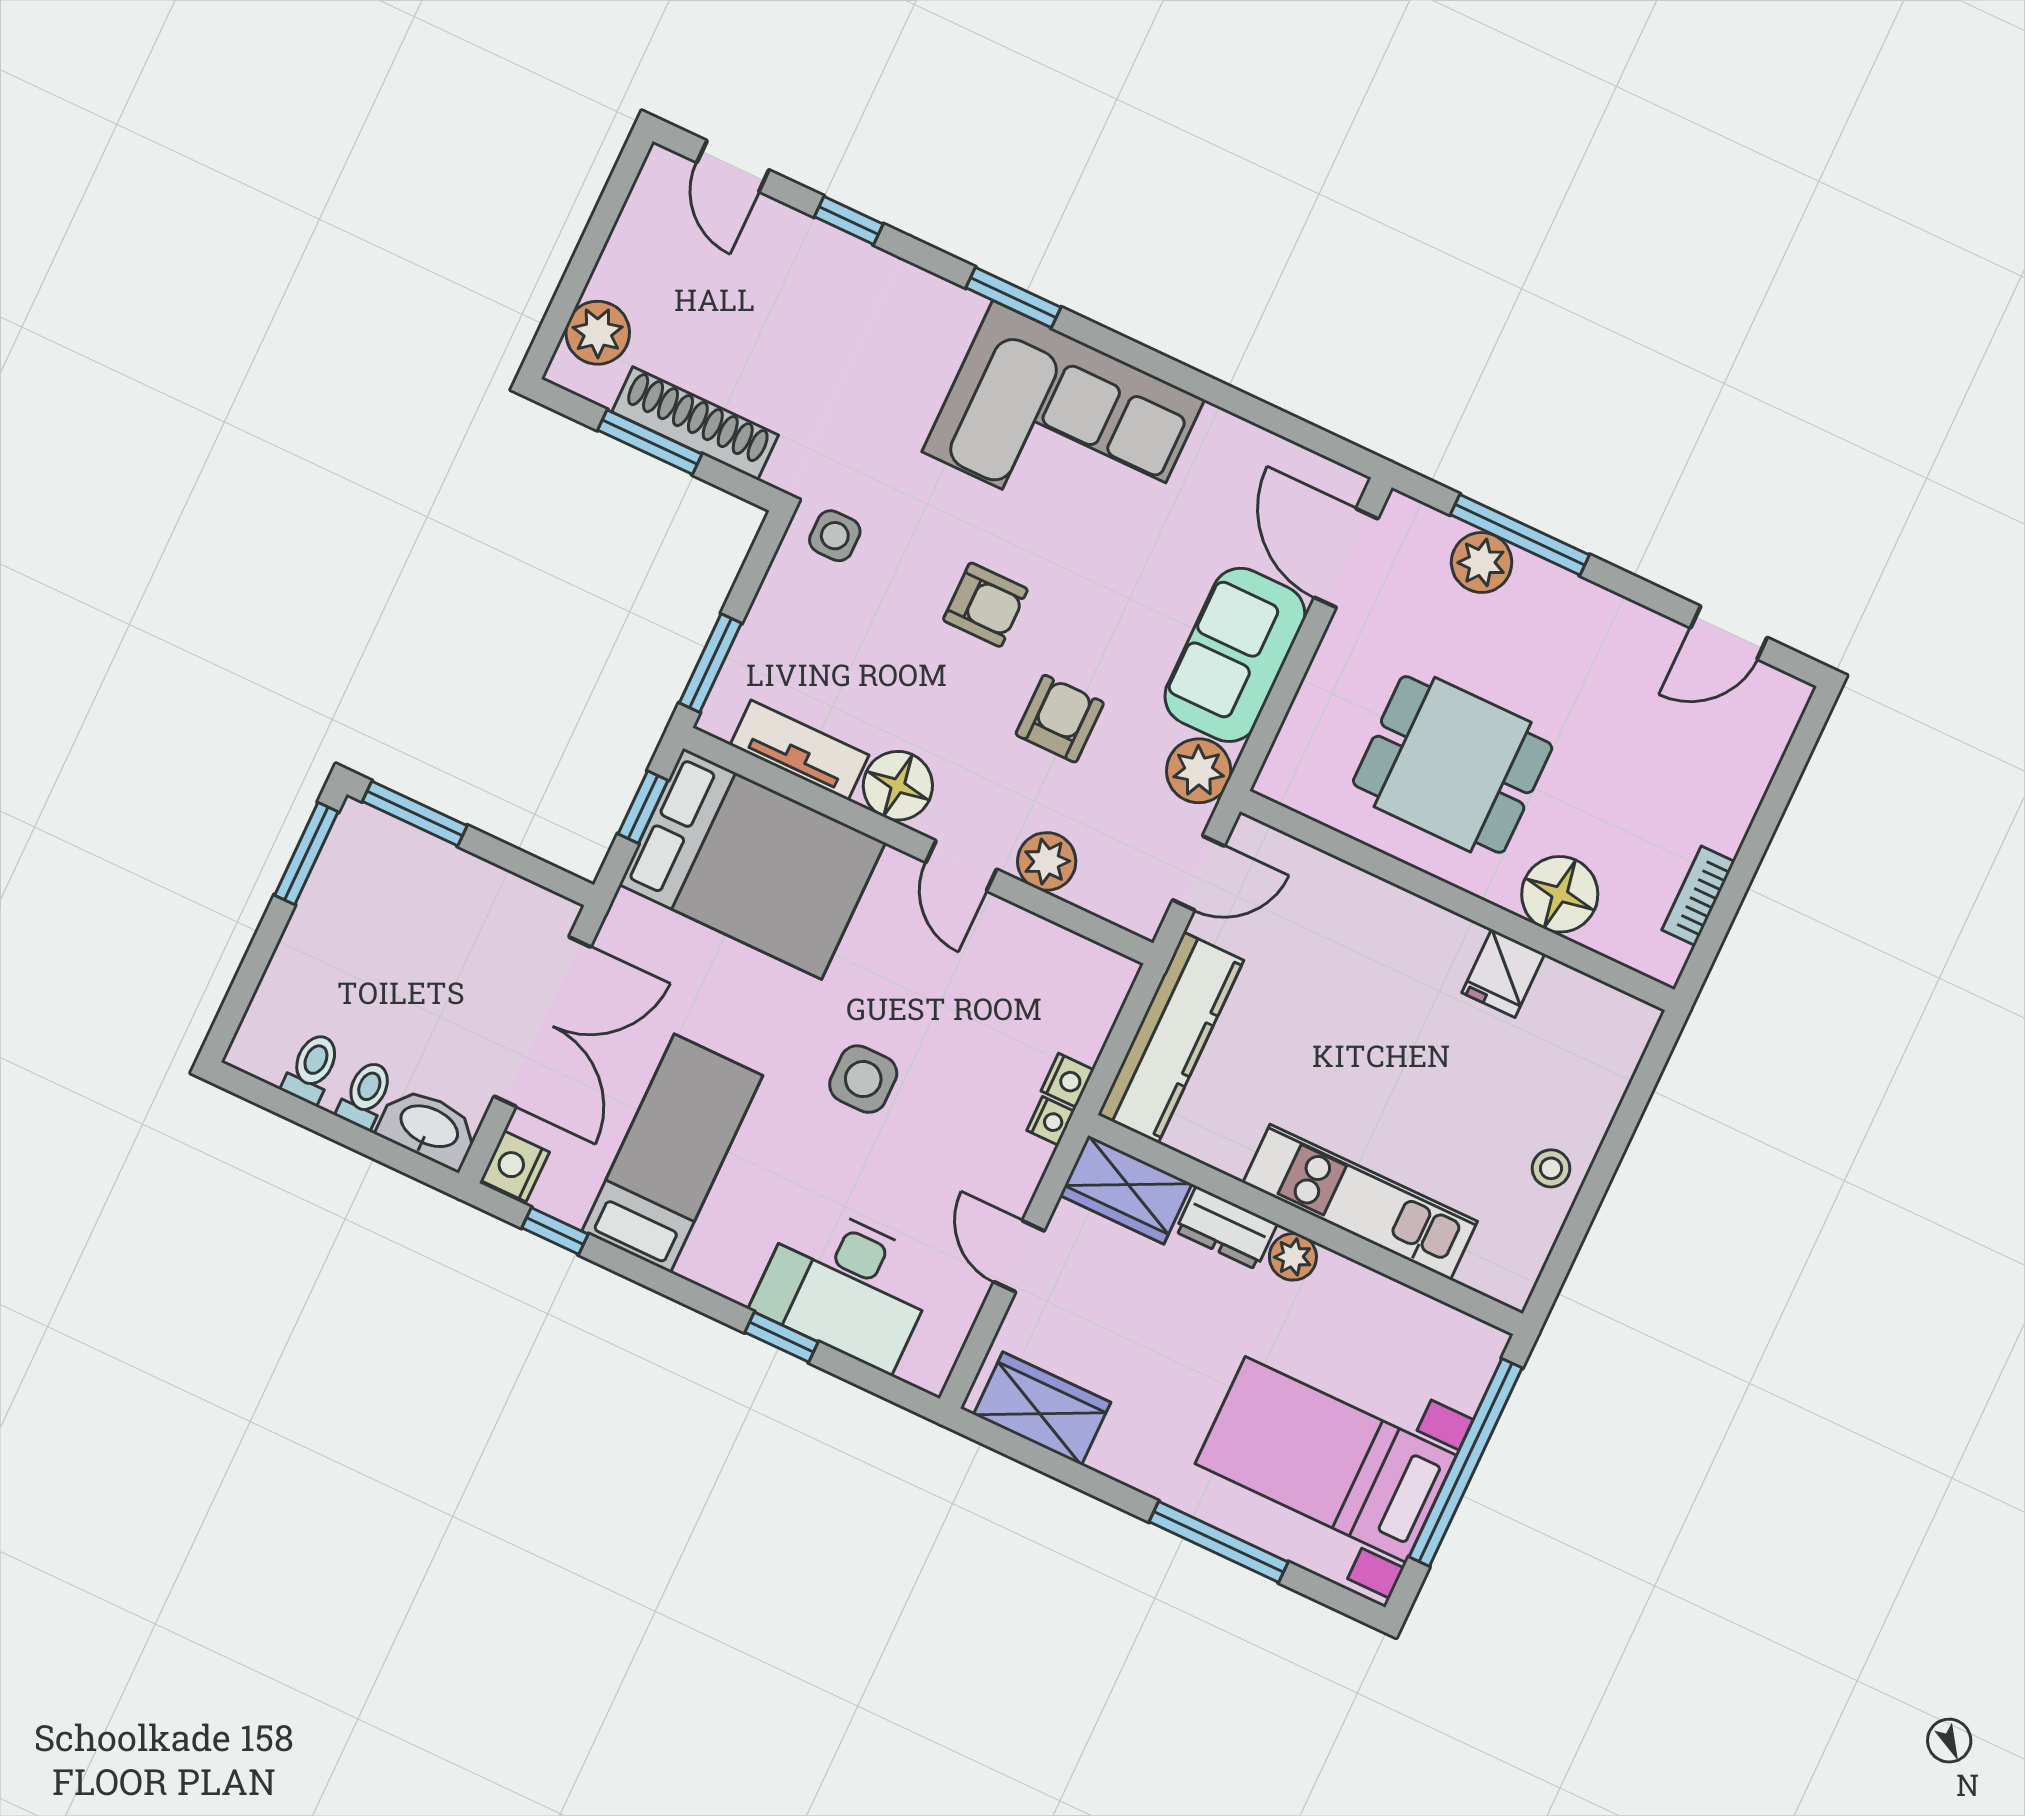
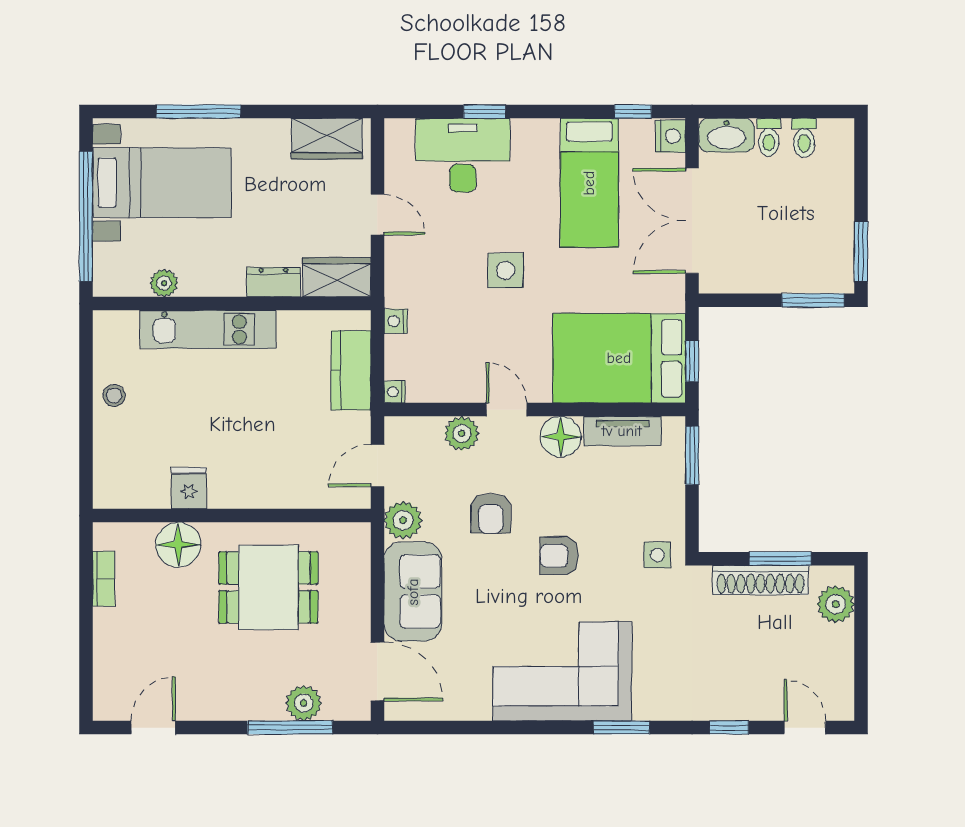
kitchen counter: (1171, 1037) -> (351, 370), width x0.67
nightstand: (1051, 1121) -> (395, 392), moved
plant: (1293, 1257) -> (164, 283), moved

